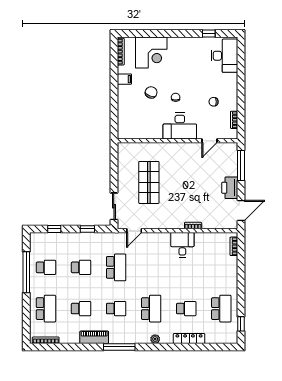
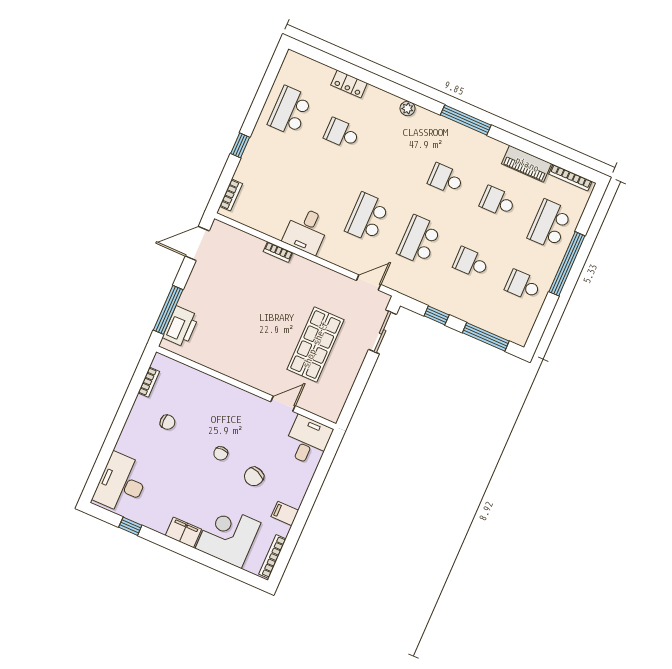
filing cabinet: (177, 43) -> (183, 532), added
desk: (180, 126) -> (308, 441), moved, width x0.73
door: (209, 141) -> (283, 404), moved
printer: (230, 188) -> (181, 327), moved
window: (54, 229) -> (486, 337), width x2.17
window: (26, 272) -> (567, 264), moved
school desk: (151, 309) -> (367, 217), moved
window: (241, 324) -> (240, 145), moved
piano: (94, 337) -> (527, 164), moved
locker: (189, 338) -> (349, 84), width x0.66

